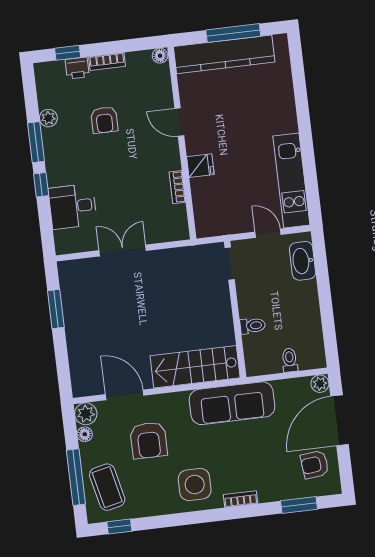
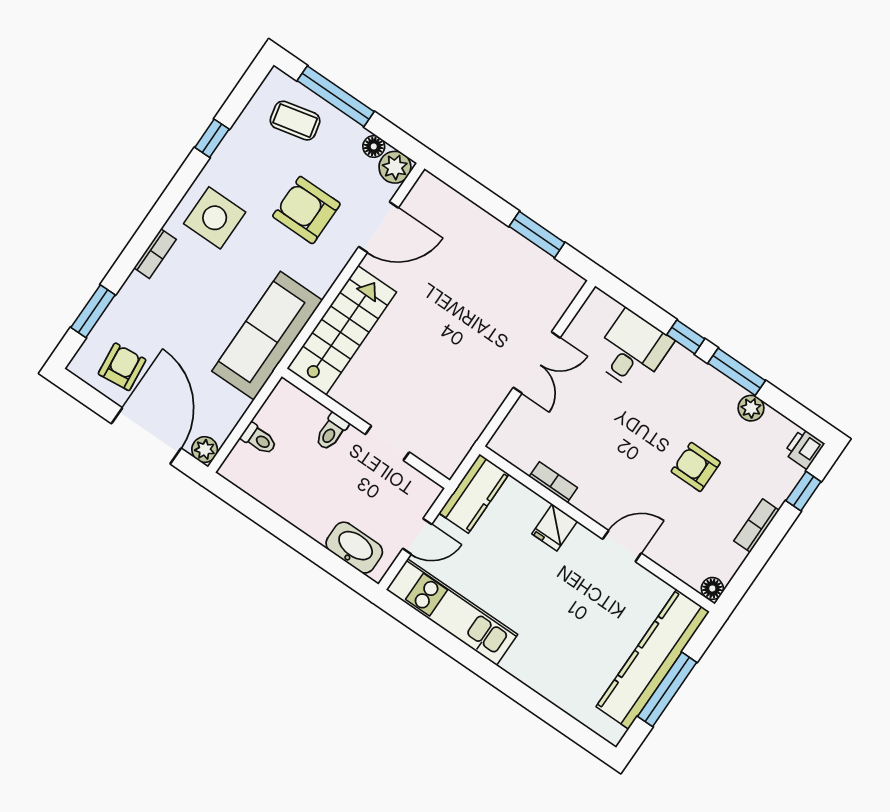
printer: (77, 68) -> (804, 448), moved
kitchen counter: (220, 223) -> (474, 494), added
doorway: (230, 264) -> (387, 443), moved
coffee table: (107, 487) -> (295, 121), width x0.73, depth x0.77
window: (119, 526) -> (212, 138), moved

